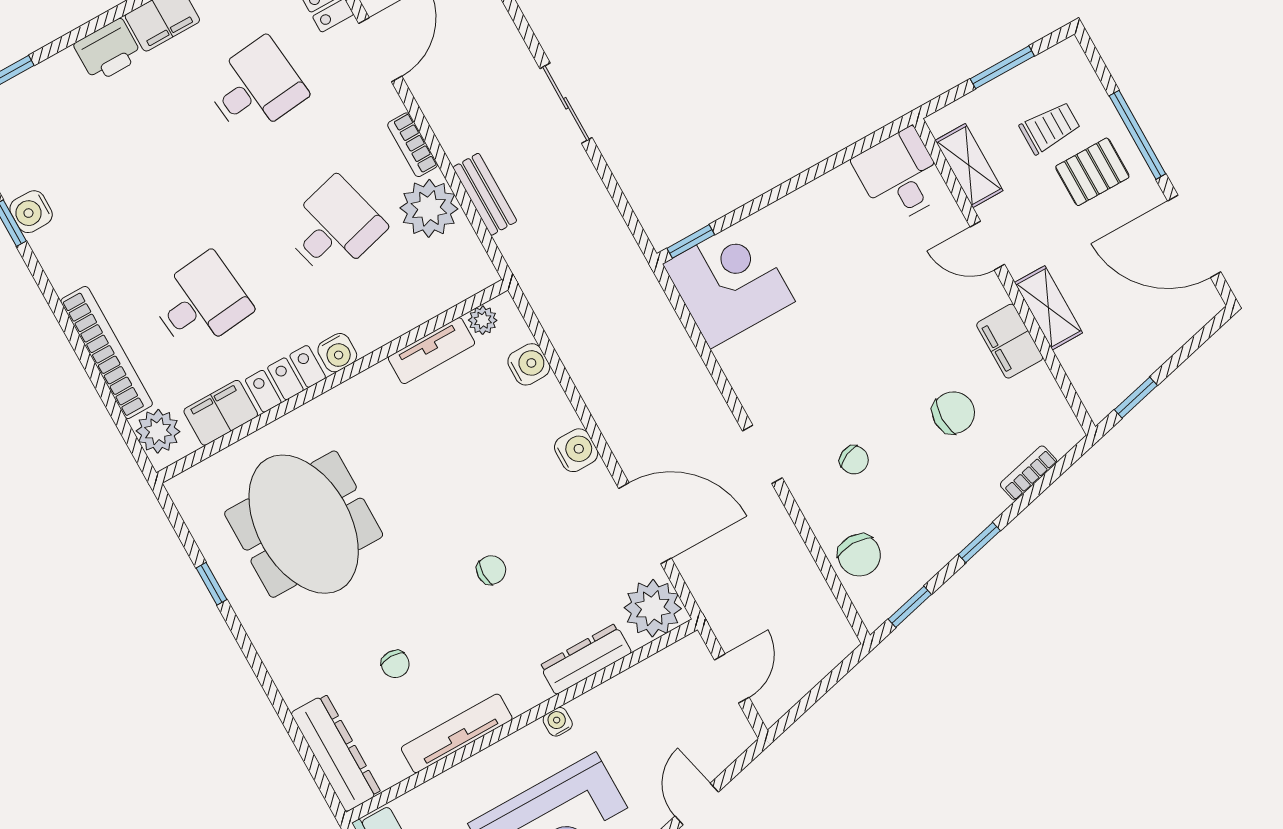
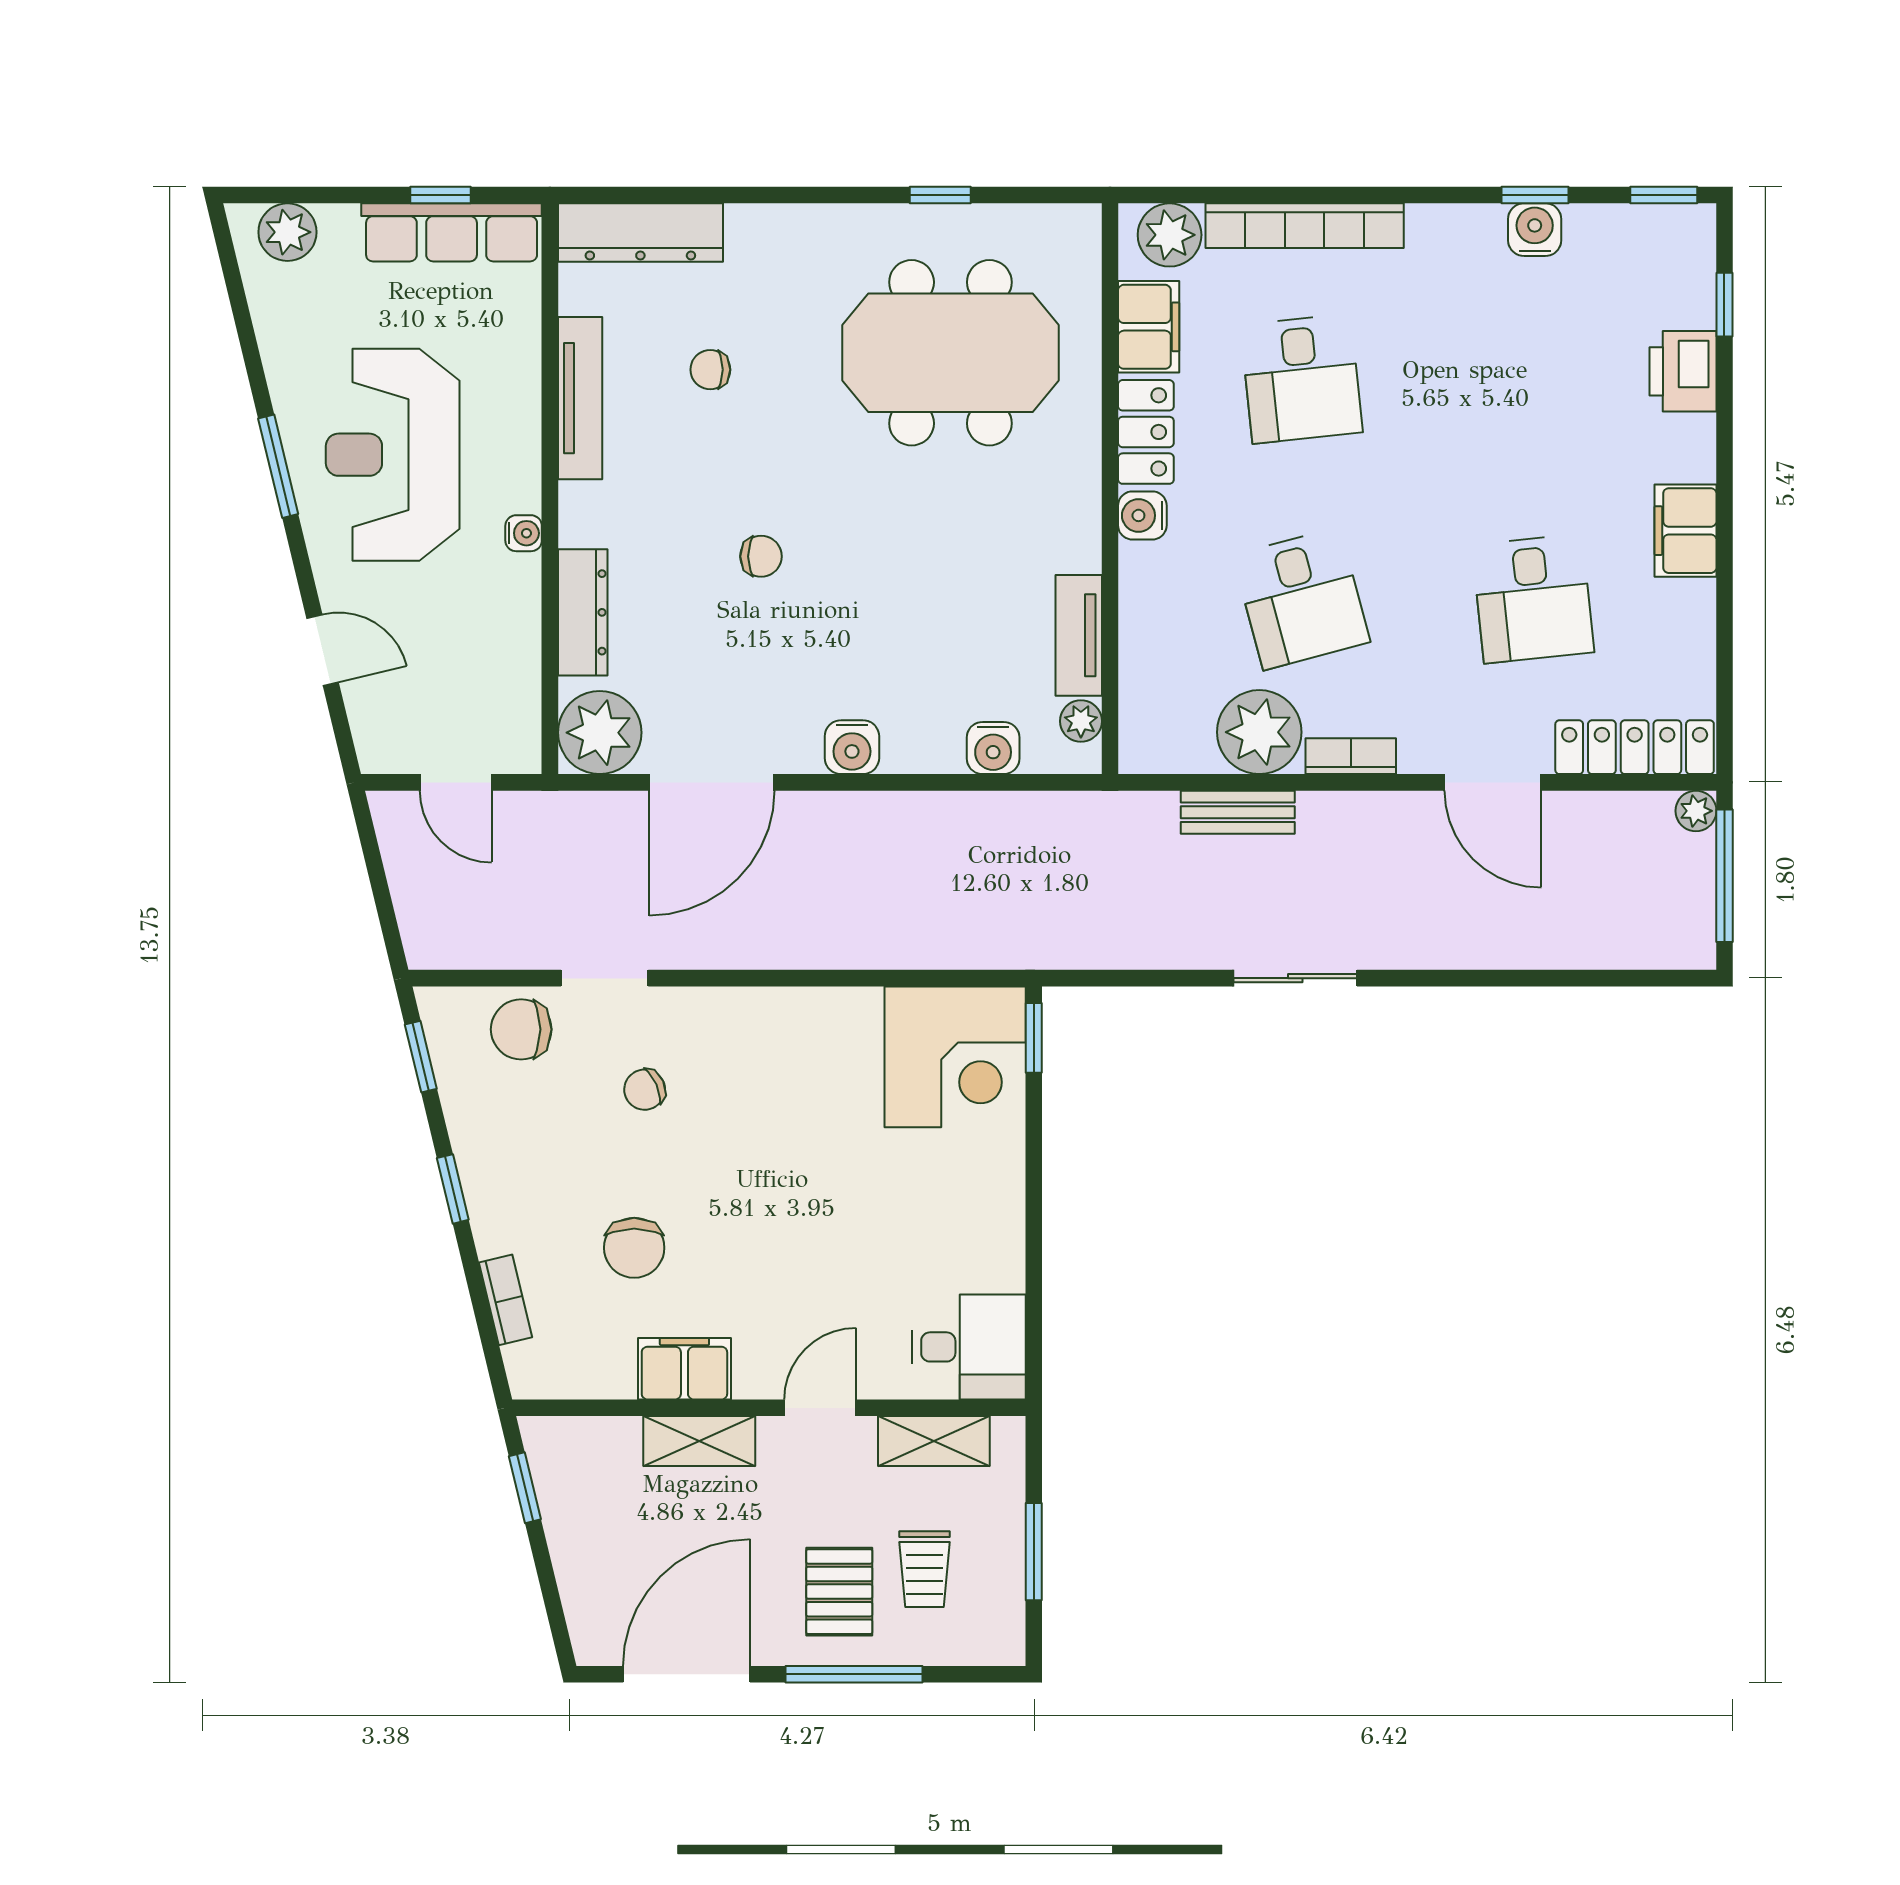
printer: (108, 51) -> (1683, 371), moved
doorway: (762, 454) -> (605, 978), moved
chair: (491, 570) -> (761, 556), turned -90

